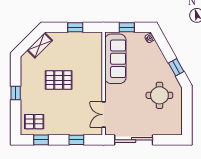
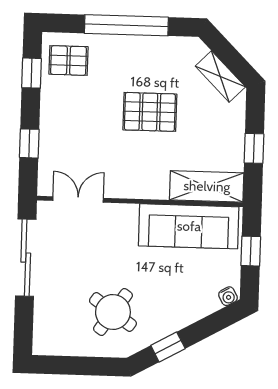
shelving: (95, 50) -> (207, 186), added
pallet: (59, 80) -> (150, 112), turned 90
window: (16, 93) -> (126, 25), width x3.17
round table: (159, 95) -> (113, 312), turned 35
pallet: (34, 122) -> (68, 60), turned 90

